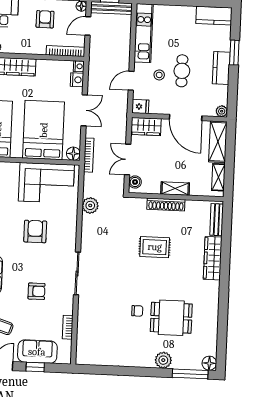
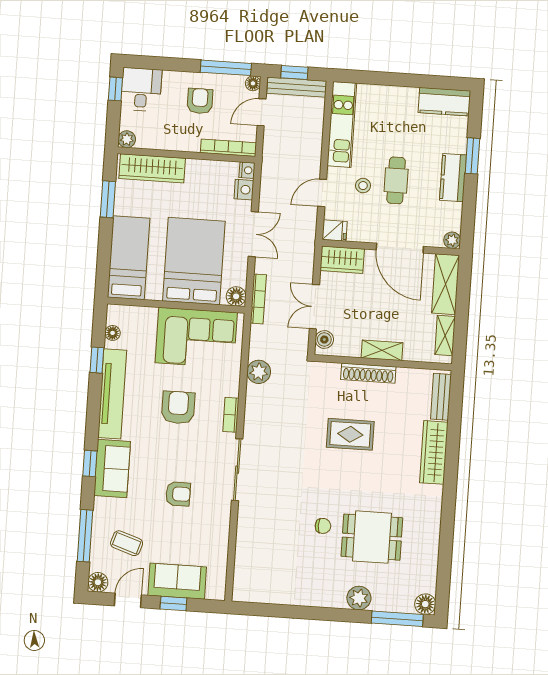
bookcase: (68, 327) -> (231, 415), moved

